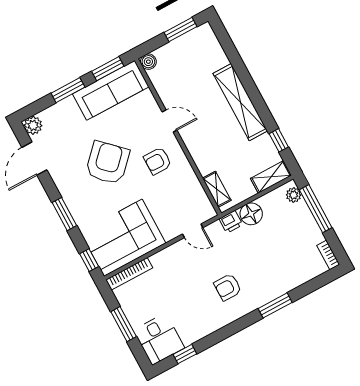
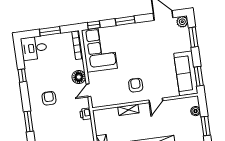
boiler: (148, 62) -> (196, 111), moved
window: (68, 90) -> (193, 37), moved
armchair: (108, 163) -> (145, 56), removed
shelving: (217, 189) -> (128, 110), moved
floor lamp: (251, 214) -> (79, 77), moved
window: (185, 354) -> (22, 76), moved

